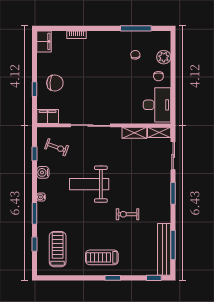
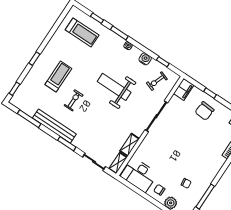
weight bench: (89, 184) -> (114, 87), turned -90
bench: (164, 249) -> (54, 126), moved
treadmill: (102, 257) -> (58, 77), moved

